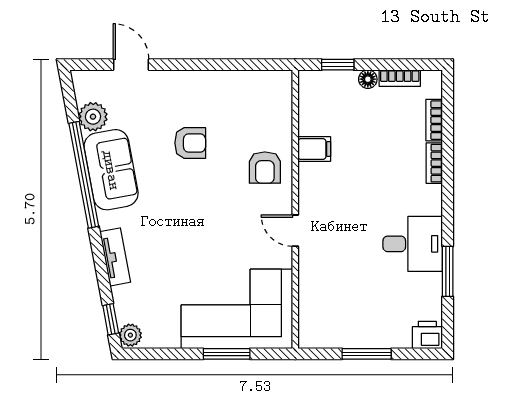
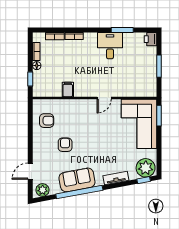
plant: (93, 117) -> (43, 190), moved
armchair: (265, 168) -> (47, 121), moved
plant: (130, 335) -> (146, 168), width x1.88, depth x1.88
window: (227, 354) -> (159, 116), moved

